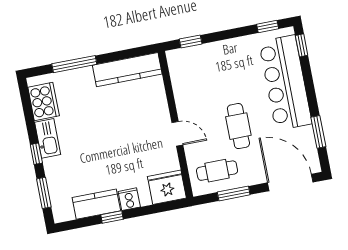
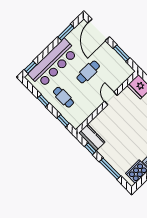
window: (268, 27) -> (43, 101), moved
window: (123, 55) -> (90, 149), added
kitchen counter: (127, 70) -> (92, 138), width x0.67
cafe table: (217, 171) -> (63, 97), moved

